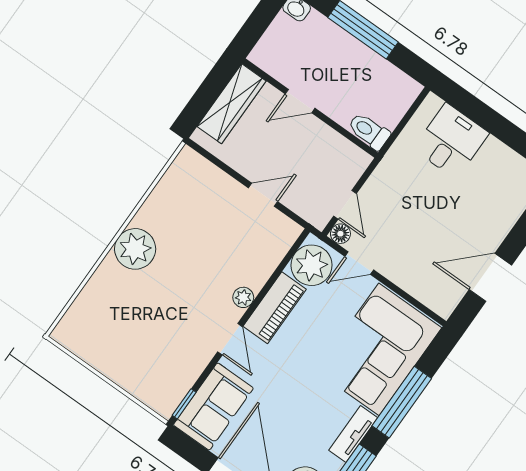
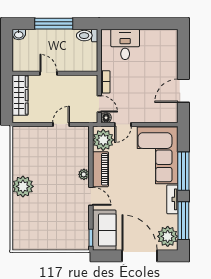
door: (300, 101) -> (48, 73), swing flipped
toilet: (369, 131) -> (87, 36), moved
bookcase: (379, 177) -> (105, 82), added

